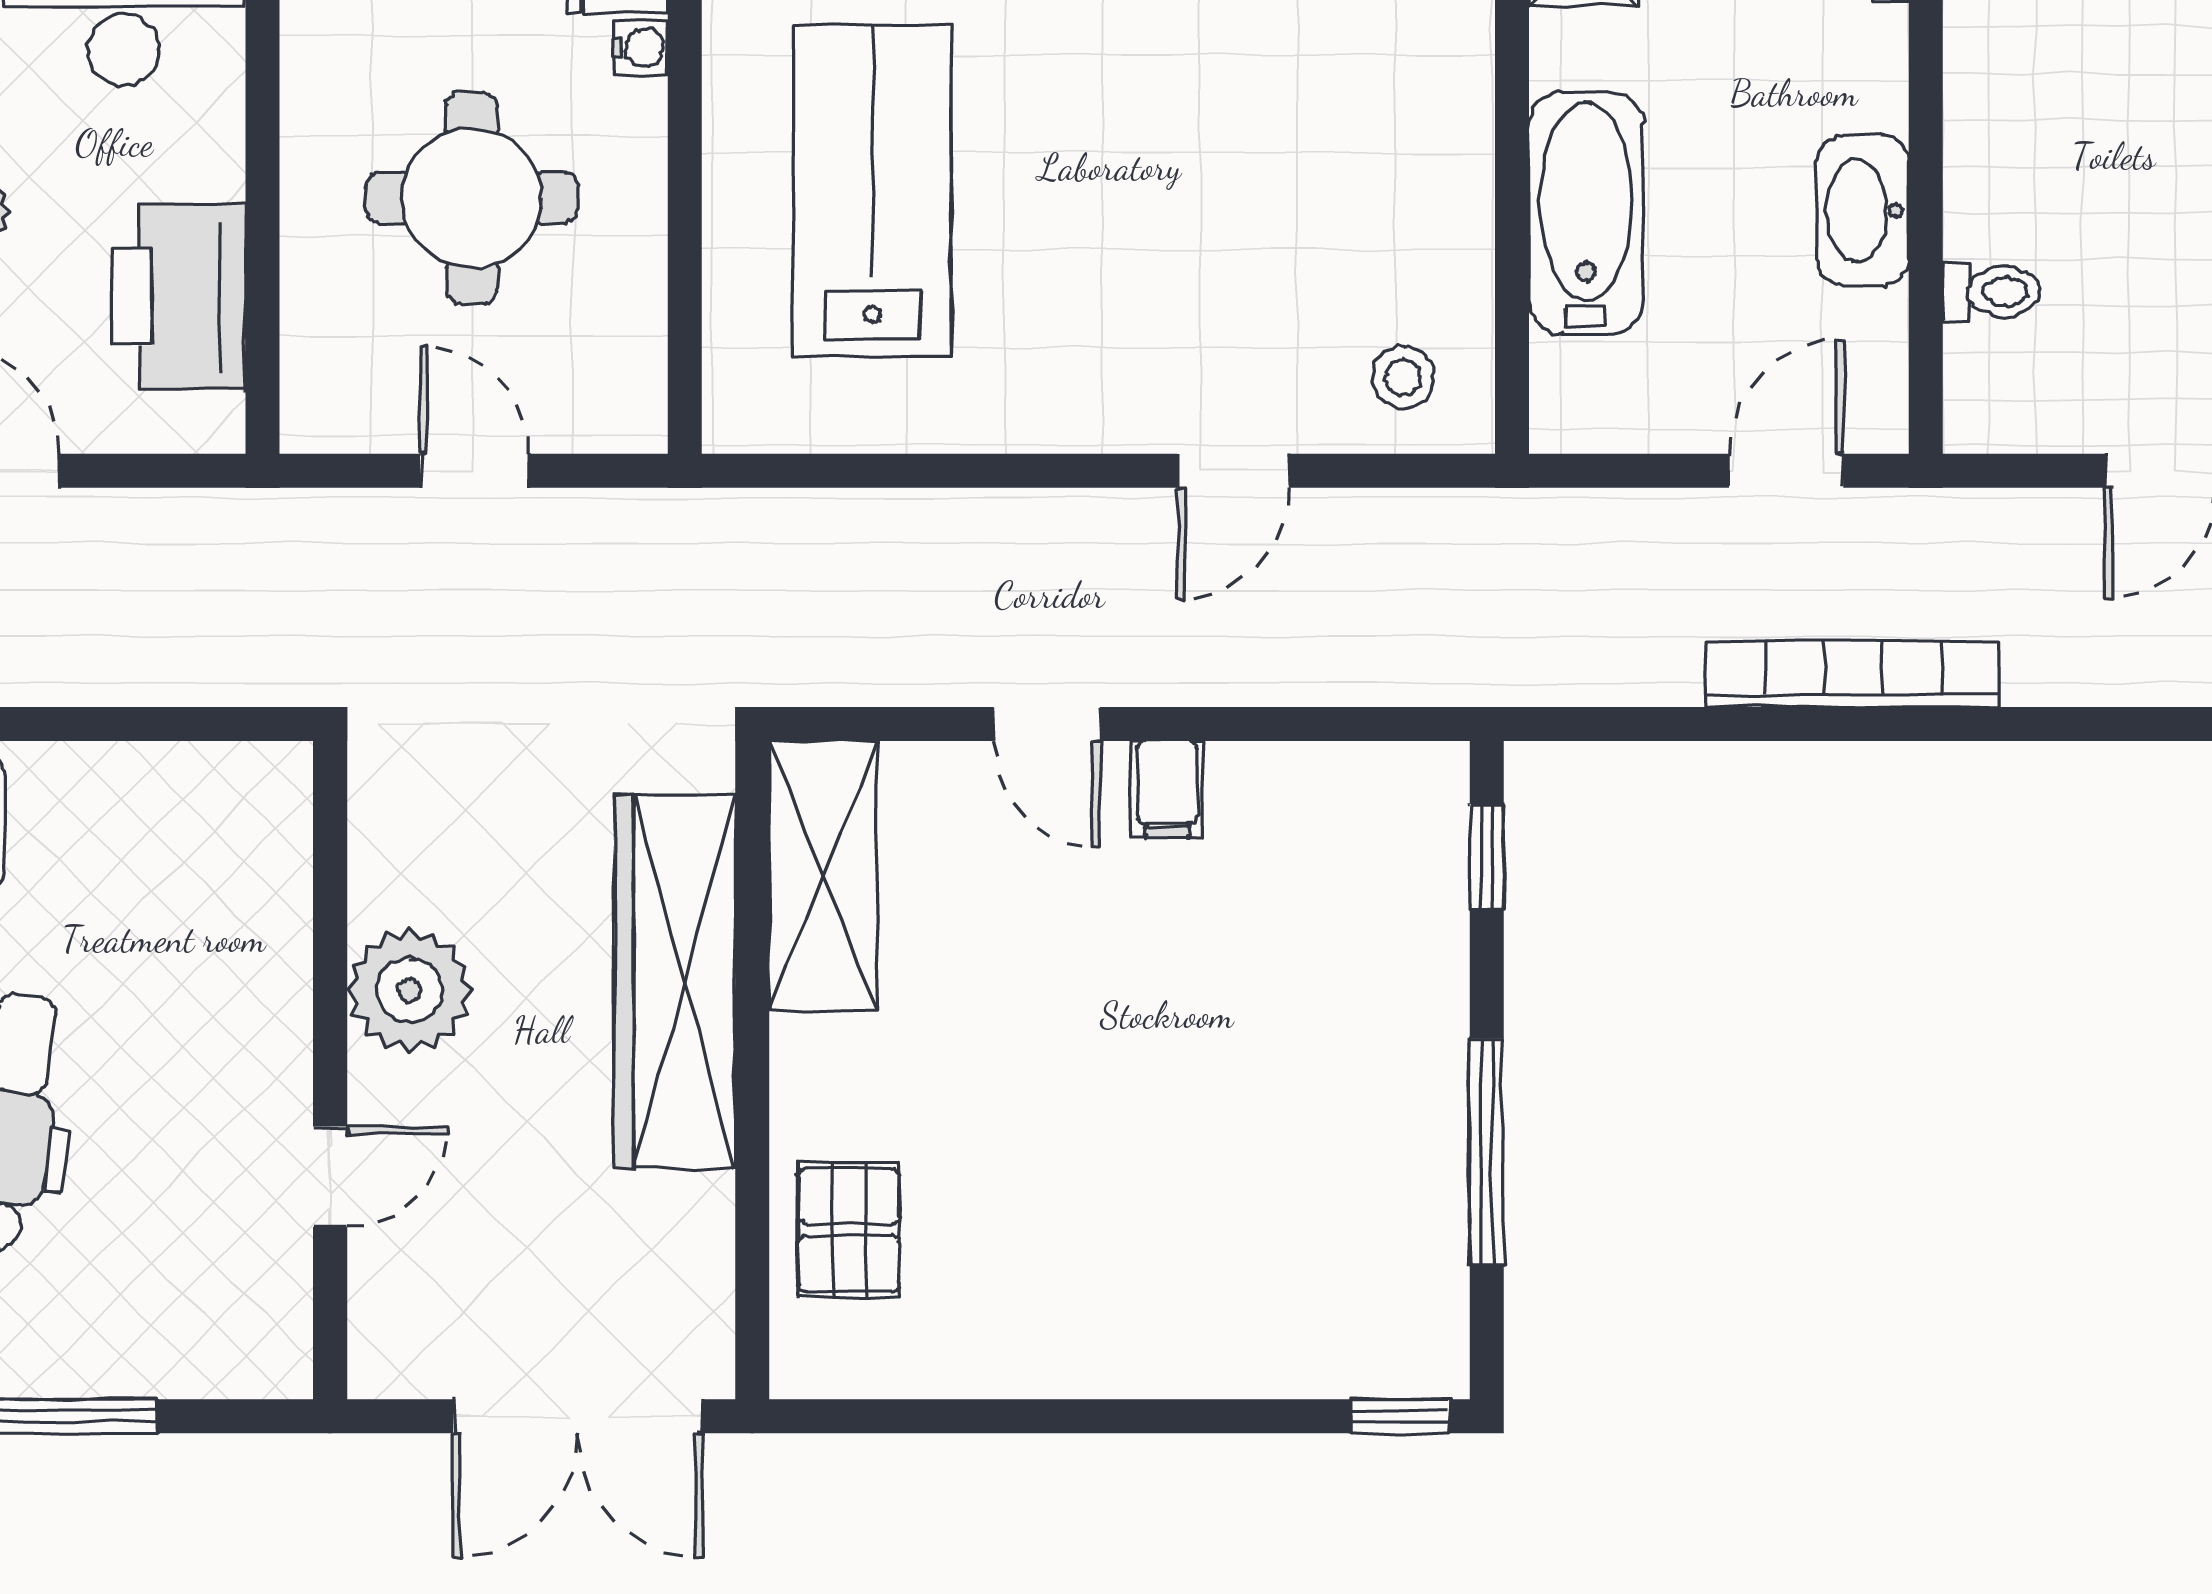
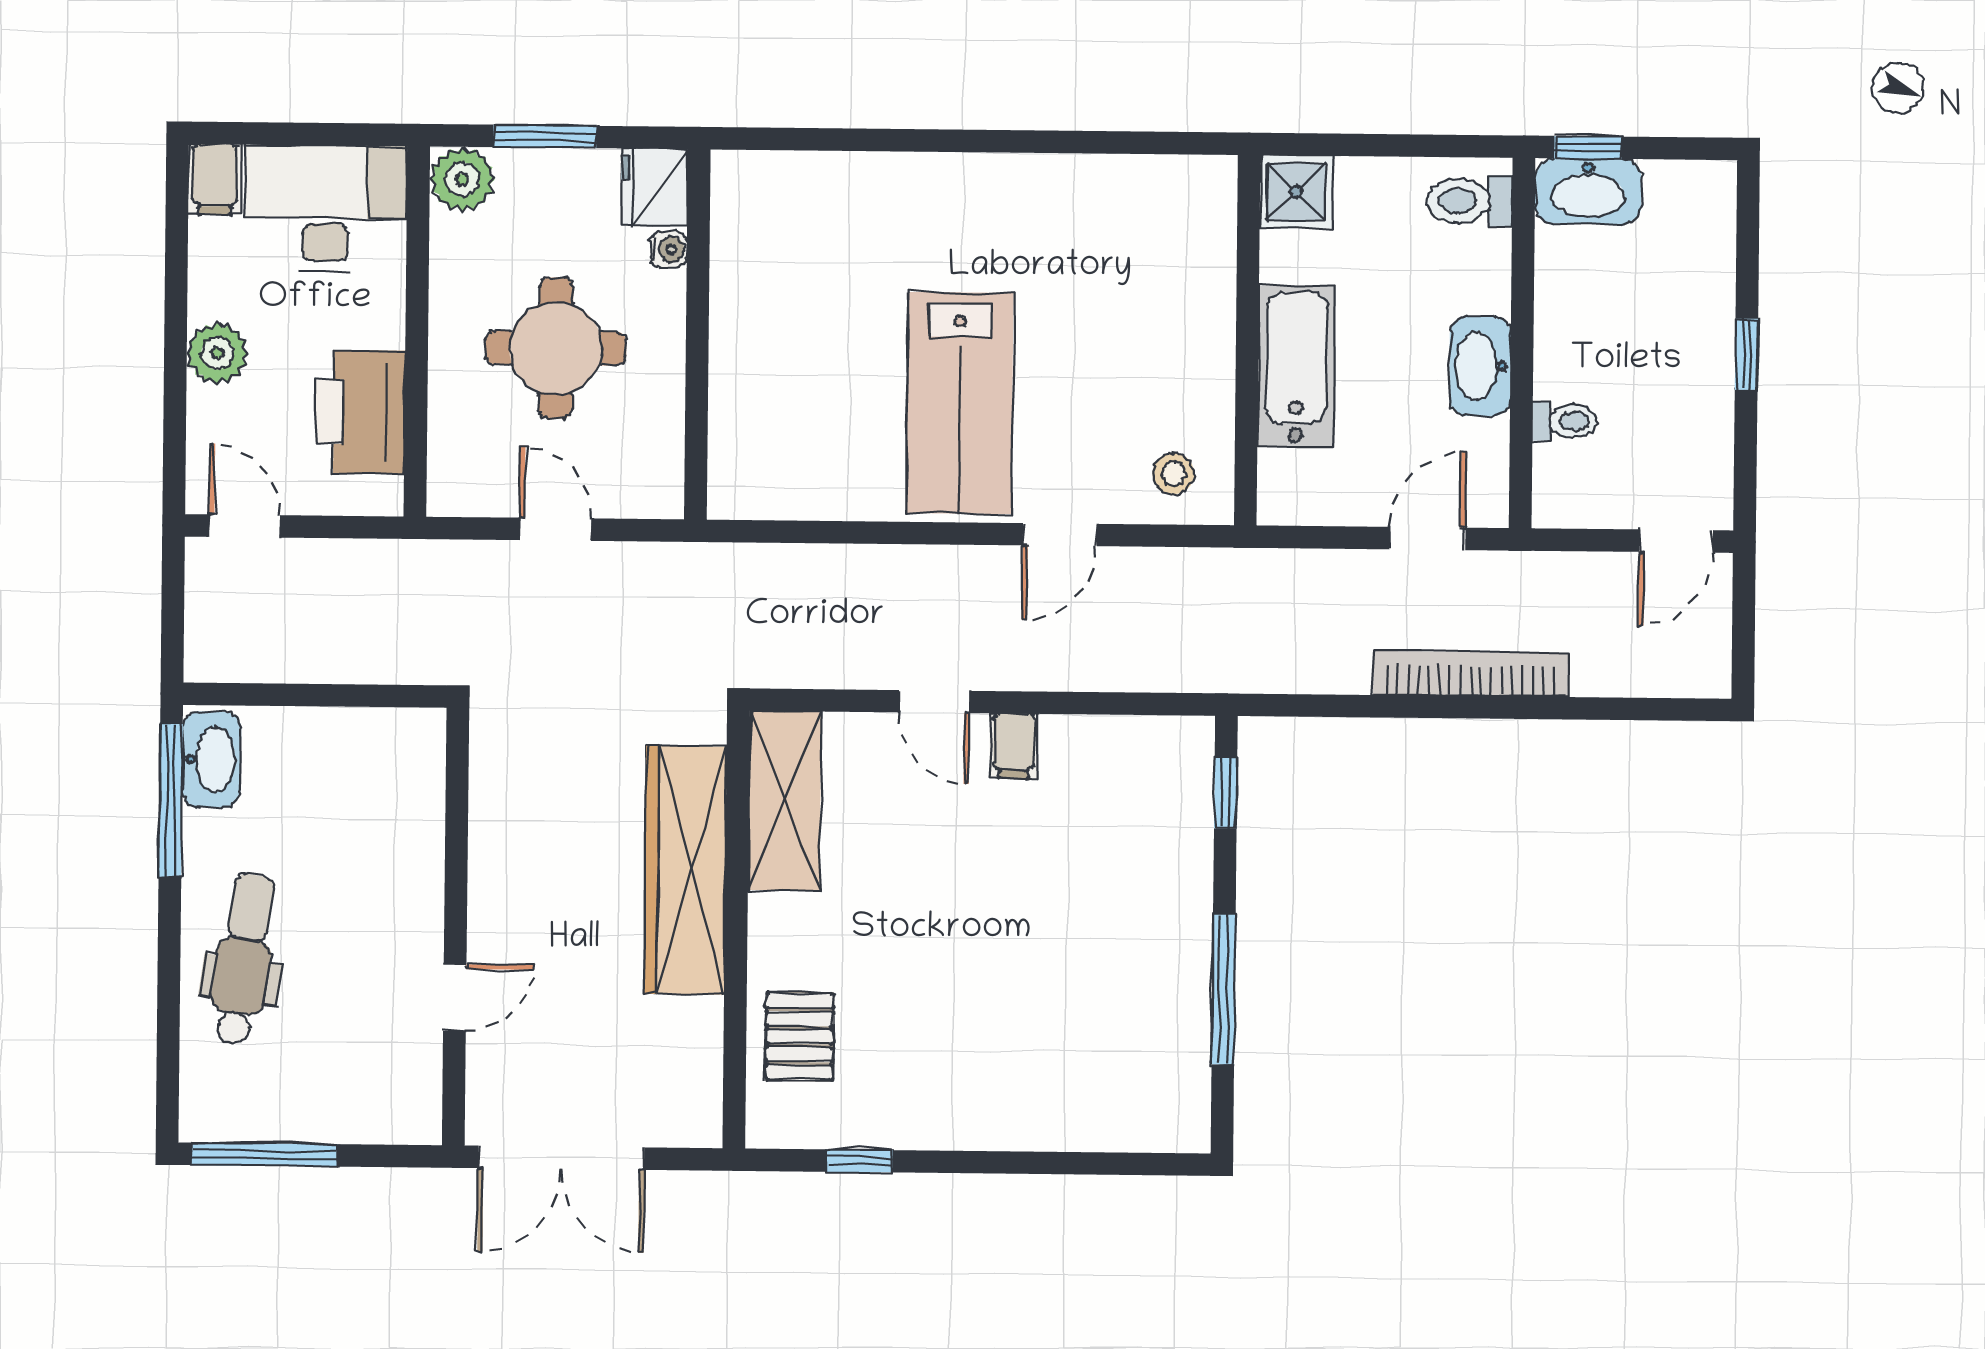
lab bench: (872, 191) -> (960, 403), moved, turned 180
plant: (410, 990) -> (509, 874), removed
double door: (578, 1416) -> (561, 1158), moved
window: (1400, 1416) -> (860, 1161), moved

